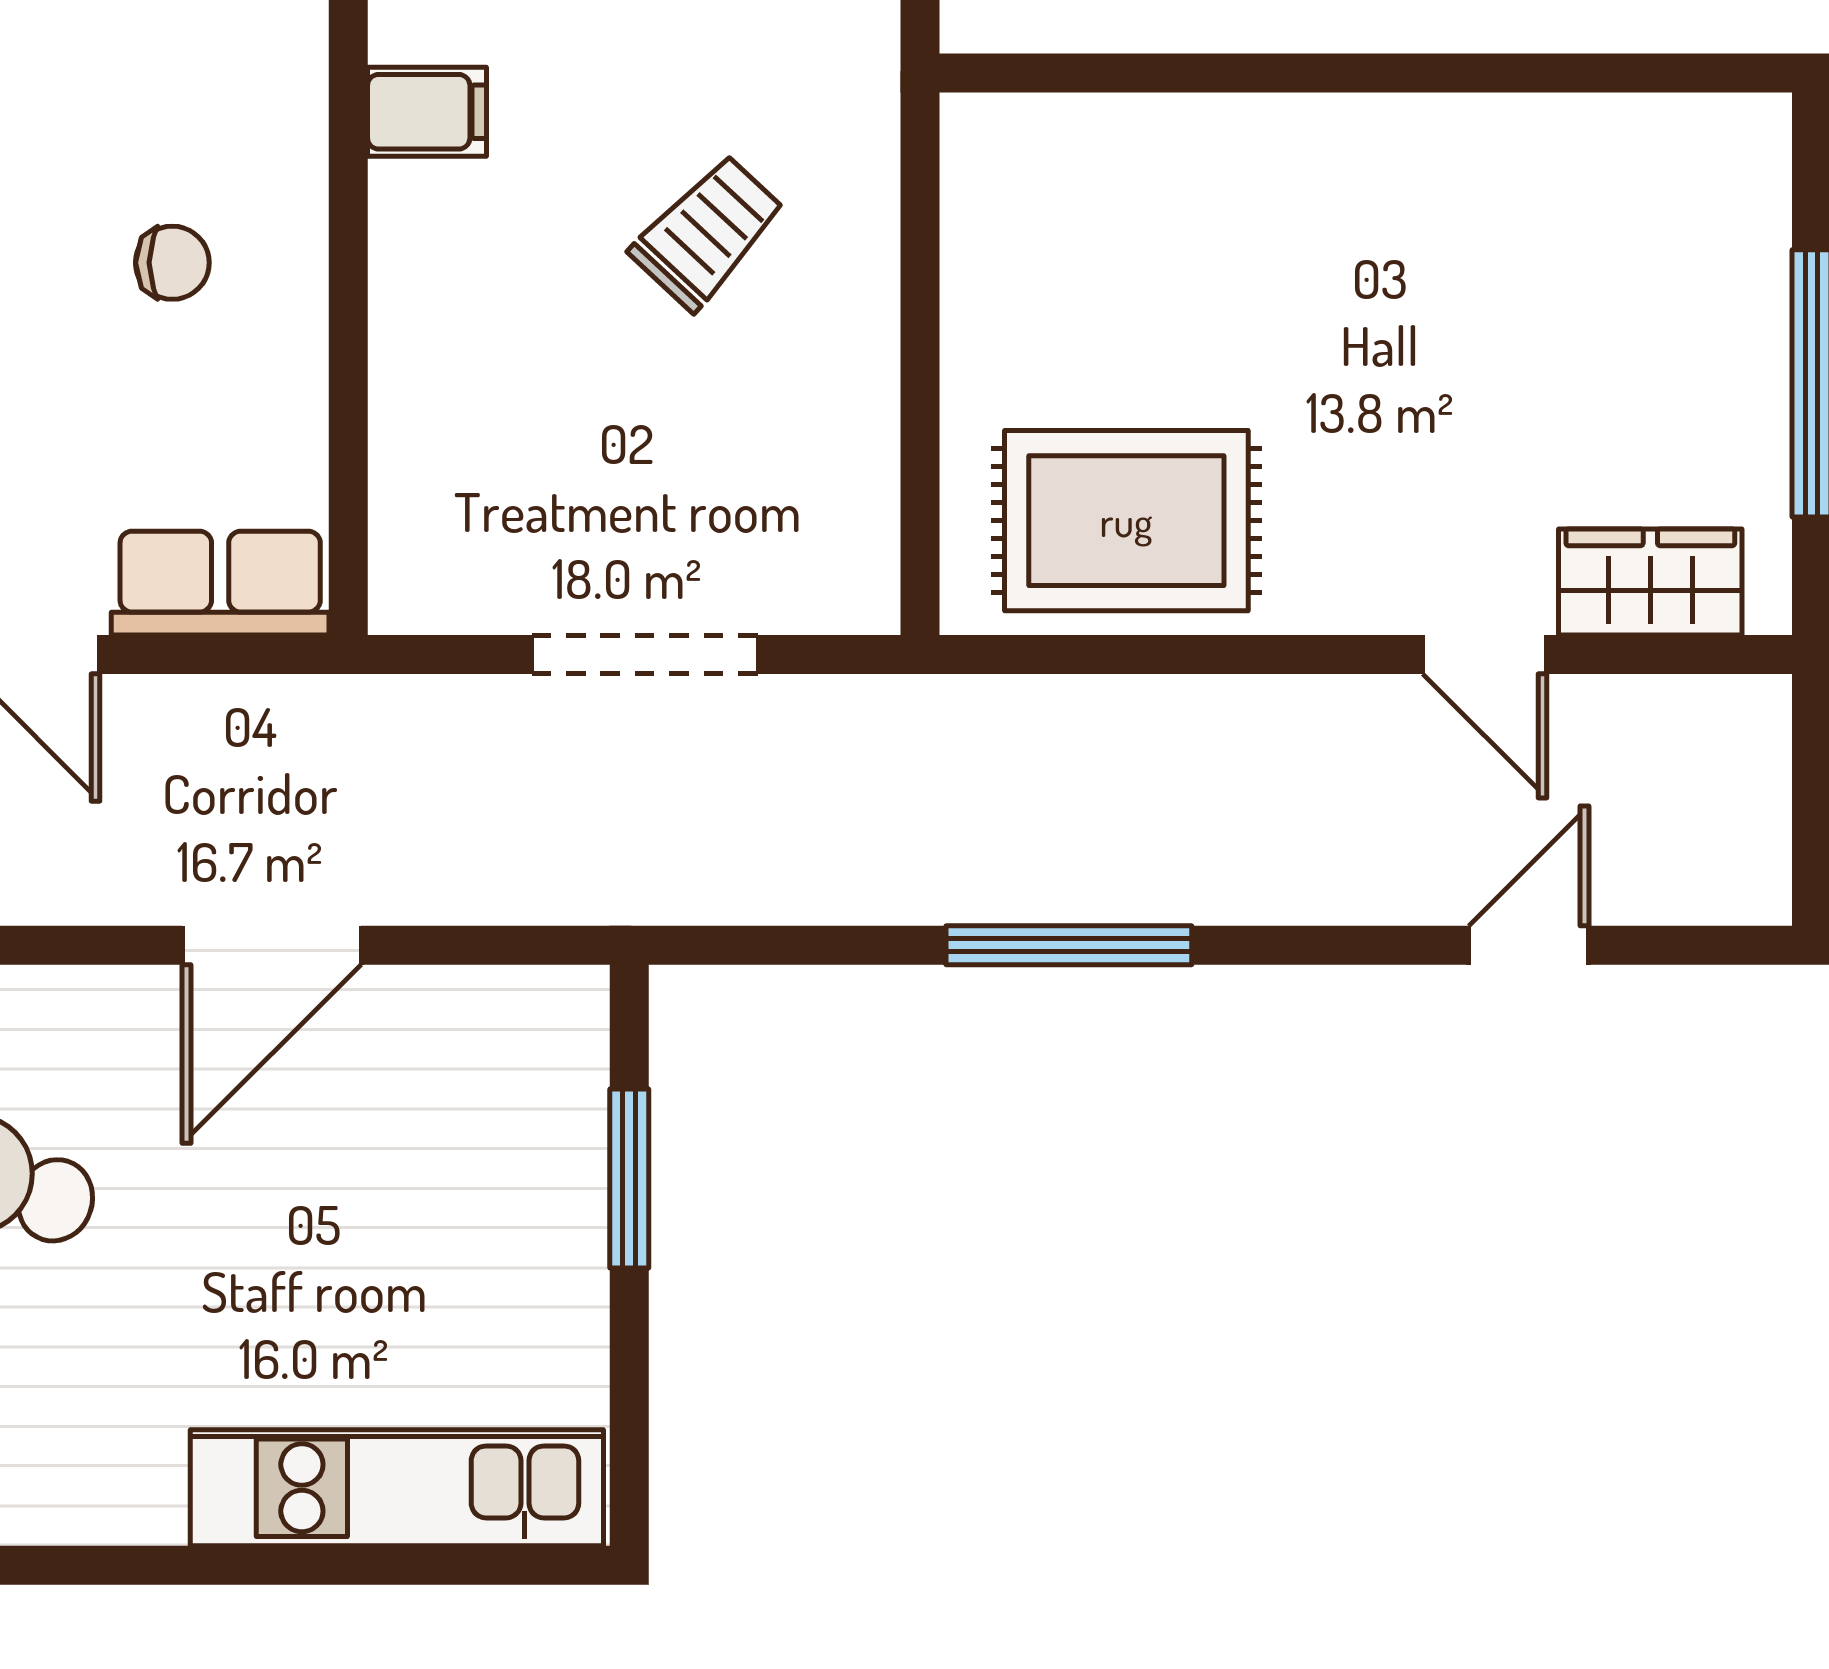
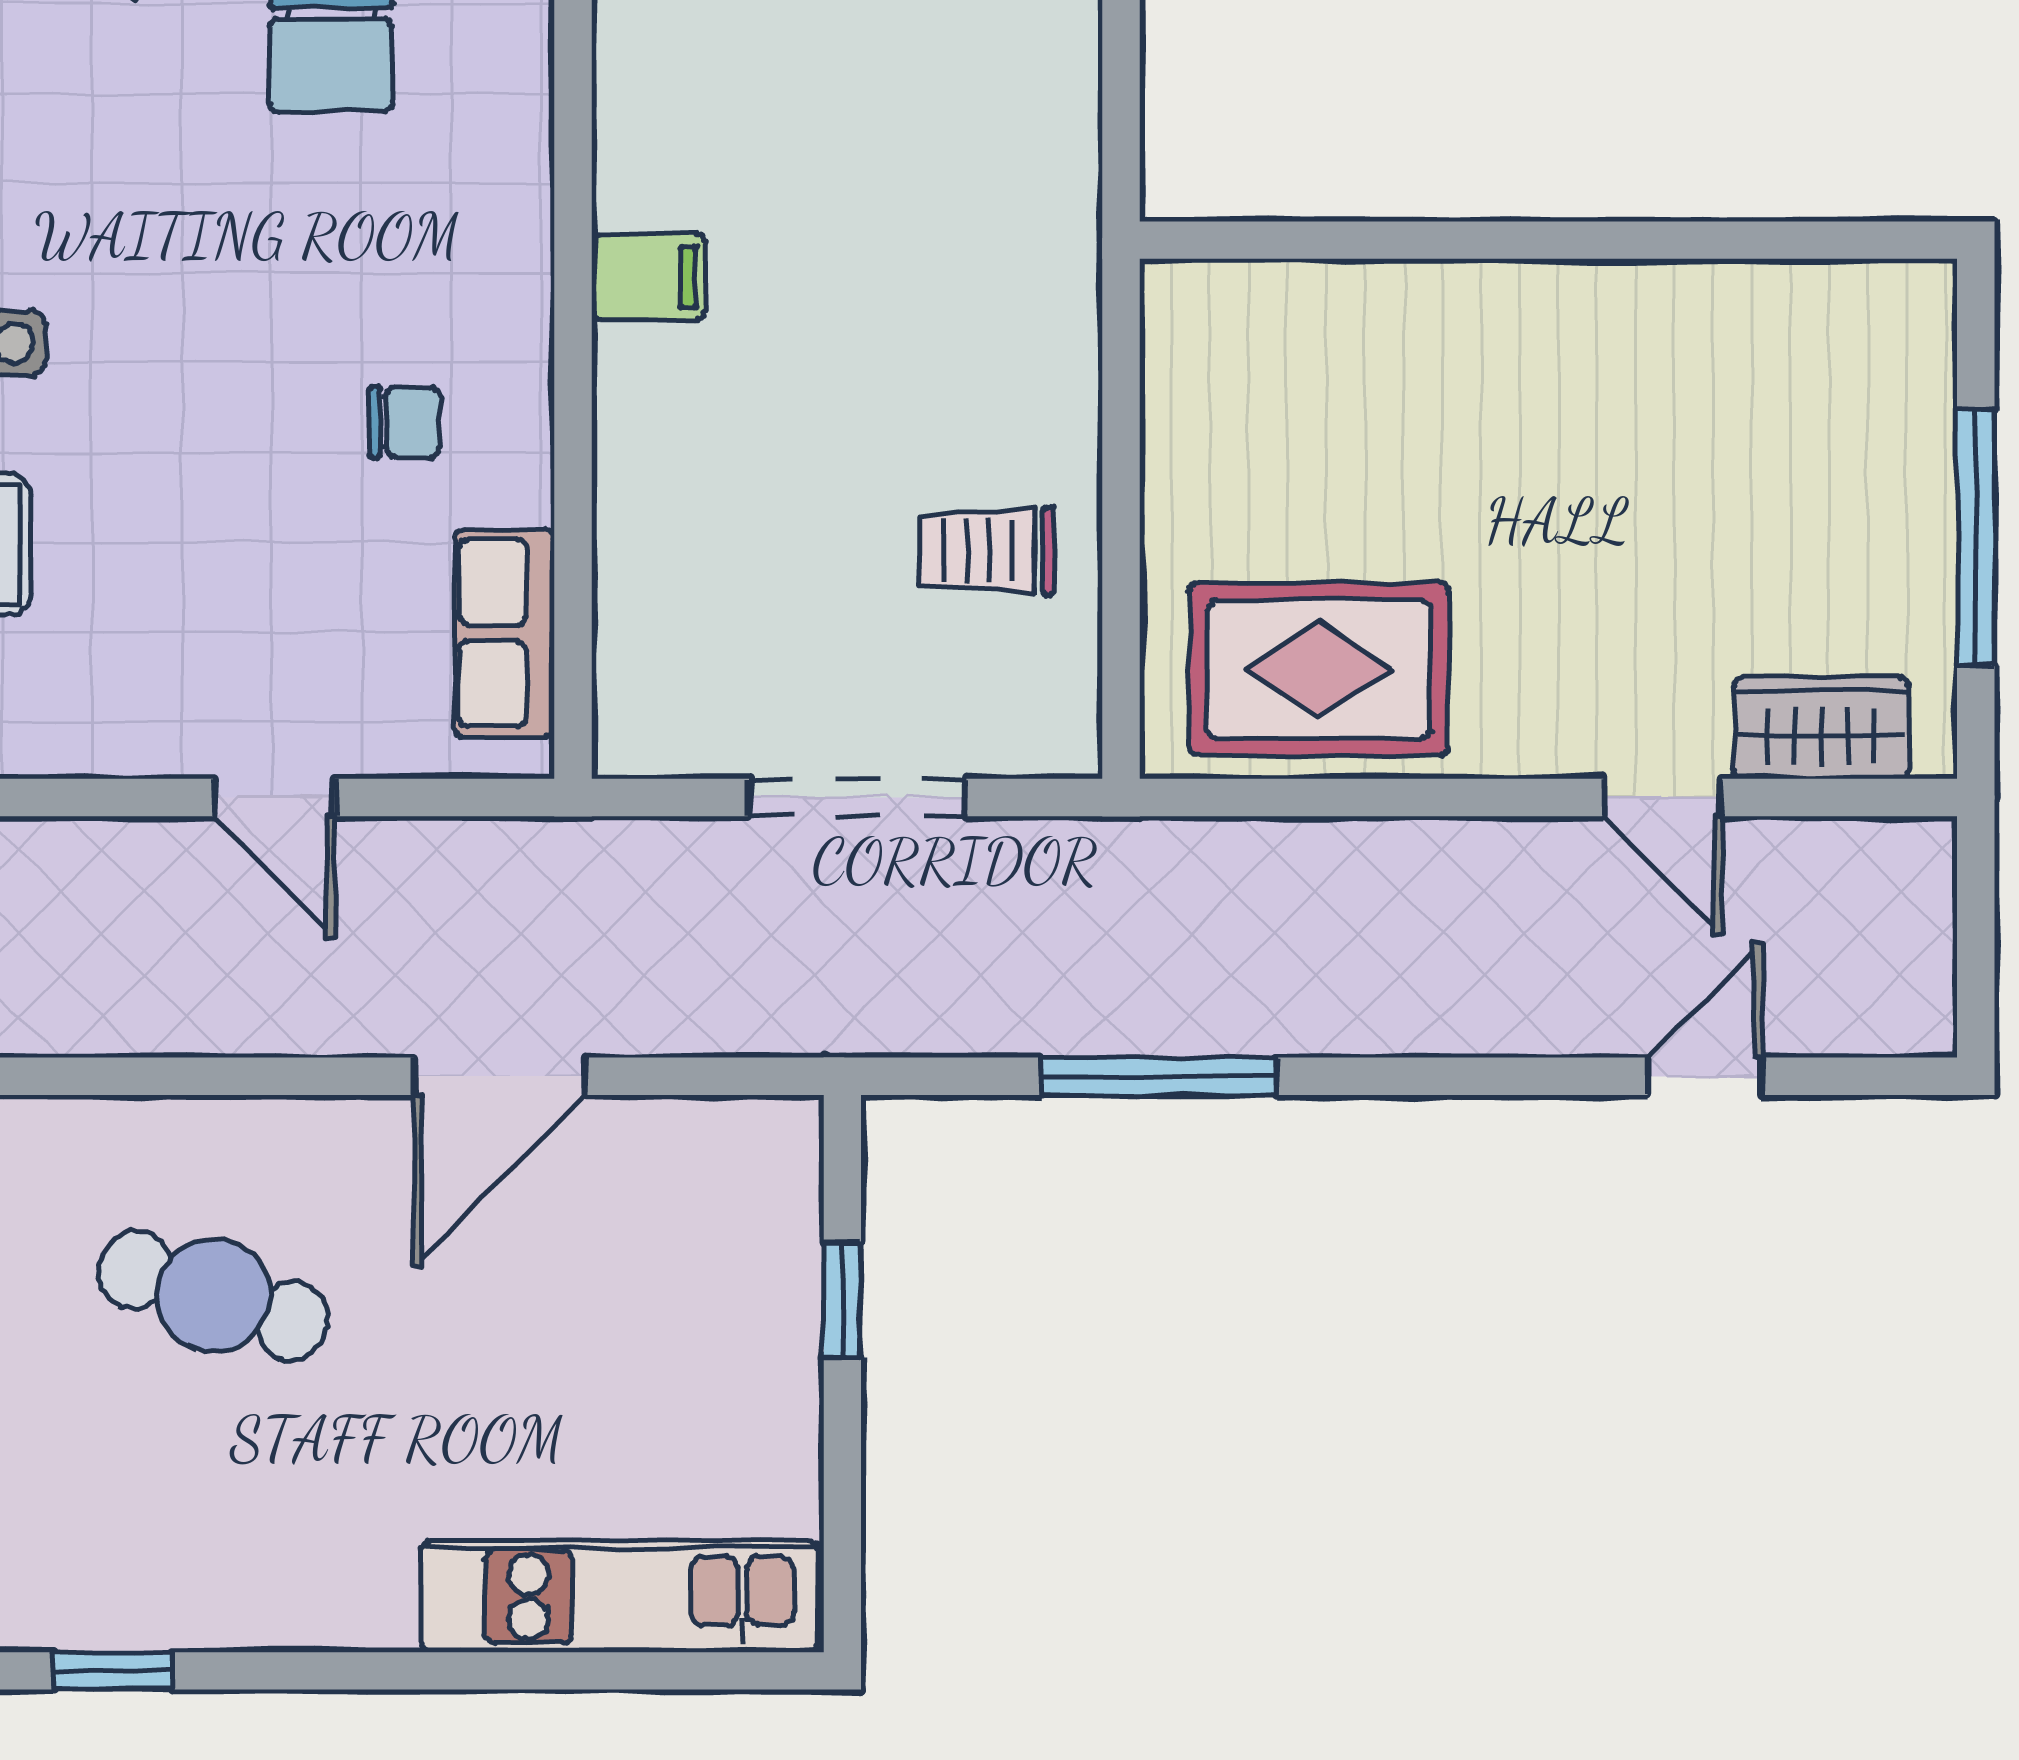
trolley: (708, 232) -> (987, 551), moved, turned -133
row of seats: (220, 583) -> (504, 633), moved, turned -90
window: (1069, 945) -> (1159, 1076), moved
window: (629, 1178) -> (842, 1300), width x0.67

